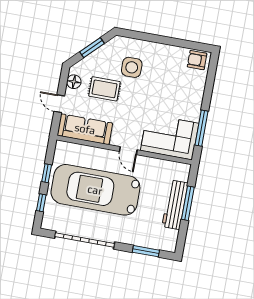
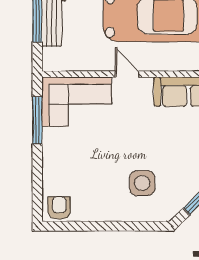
armchair: (197, 60) -> (59, 208), turned -90
rug: (104, 89) -> (173, 149), removed

